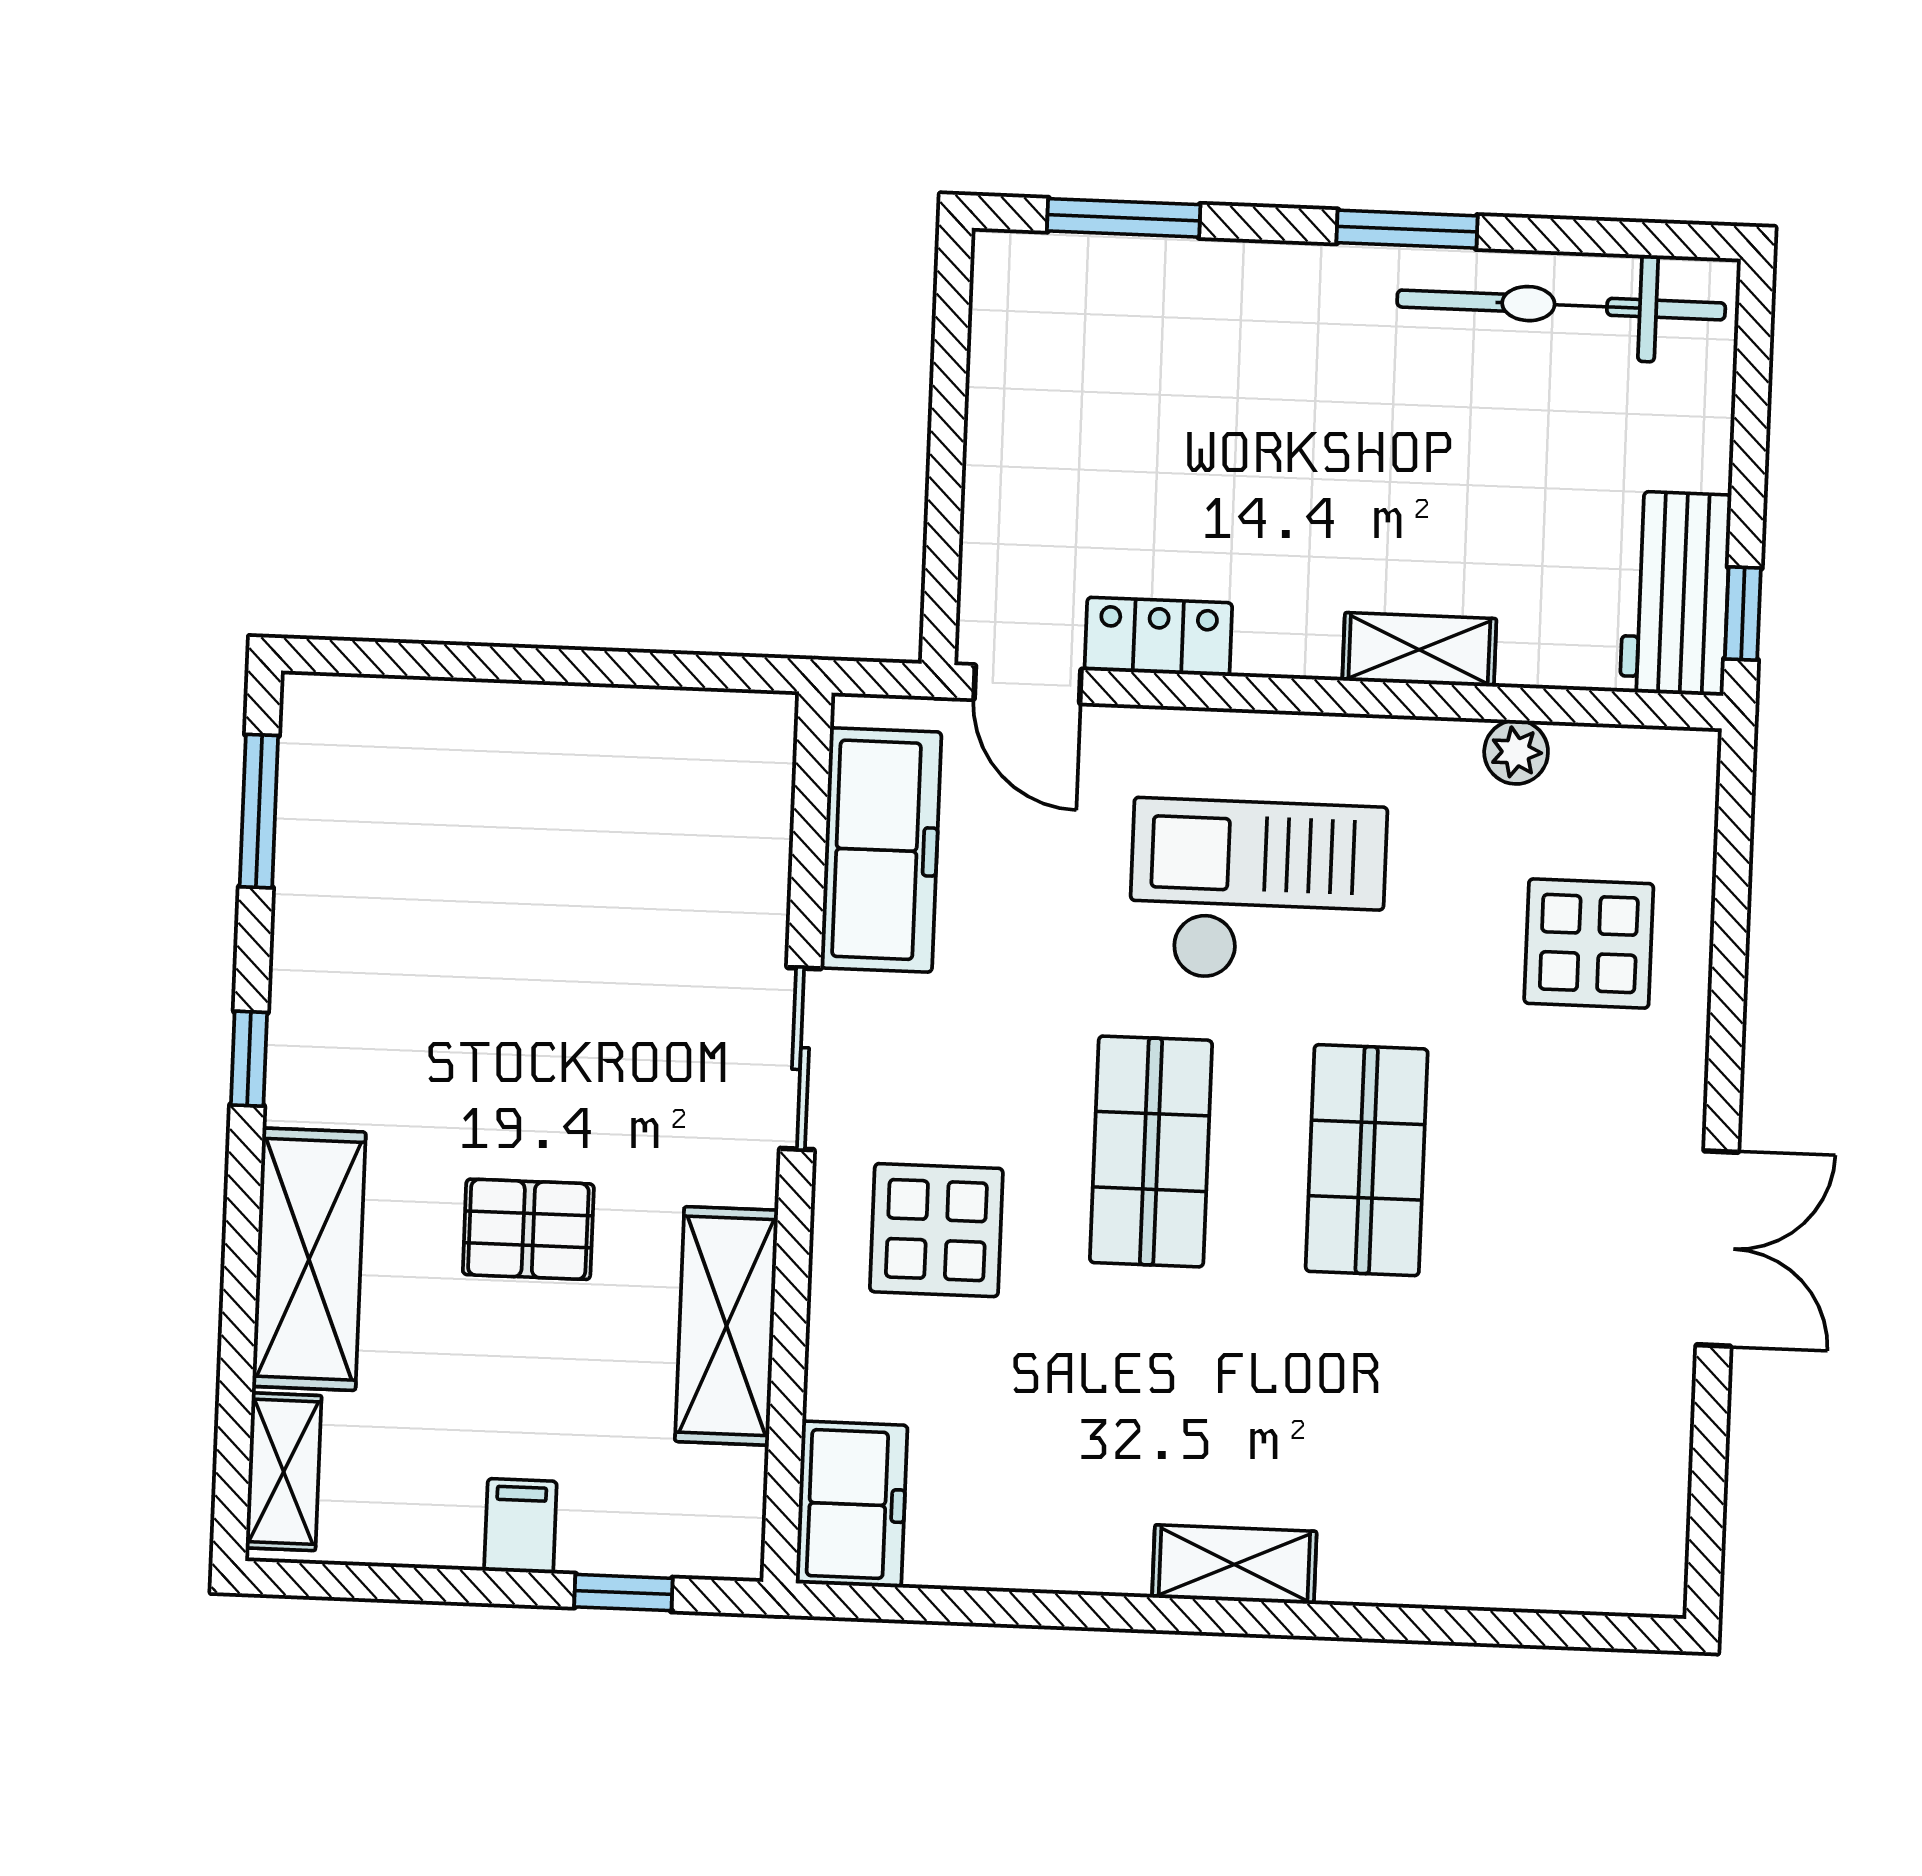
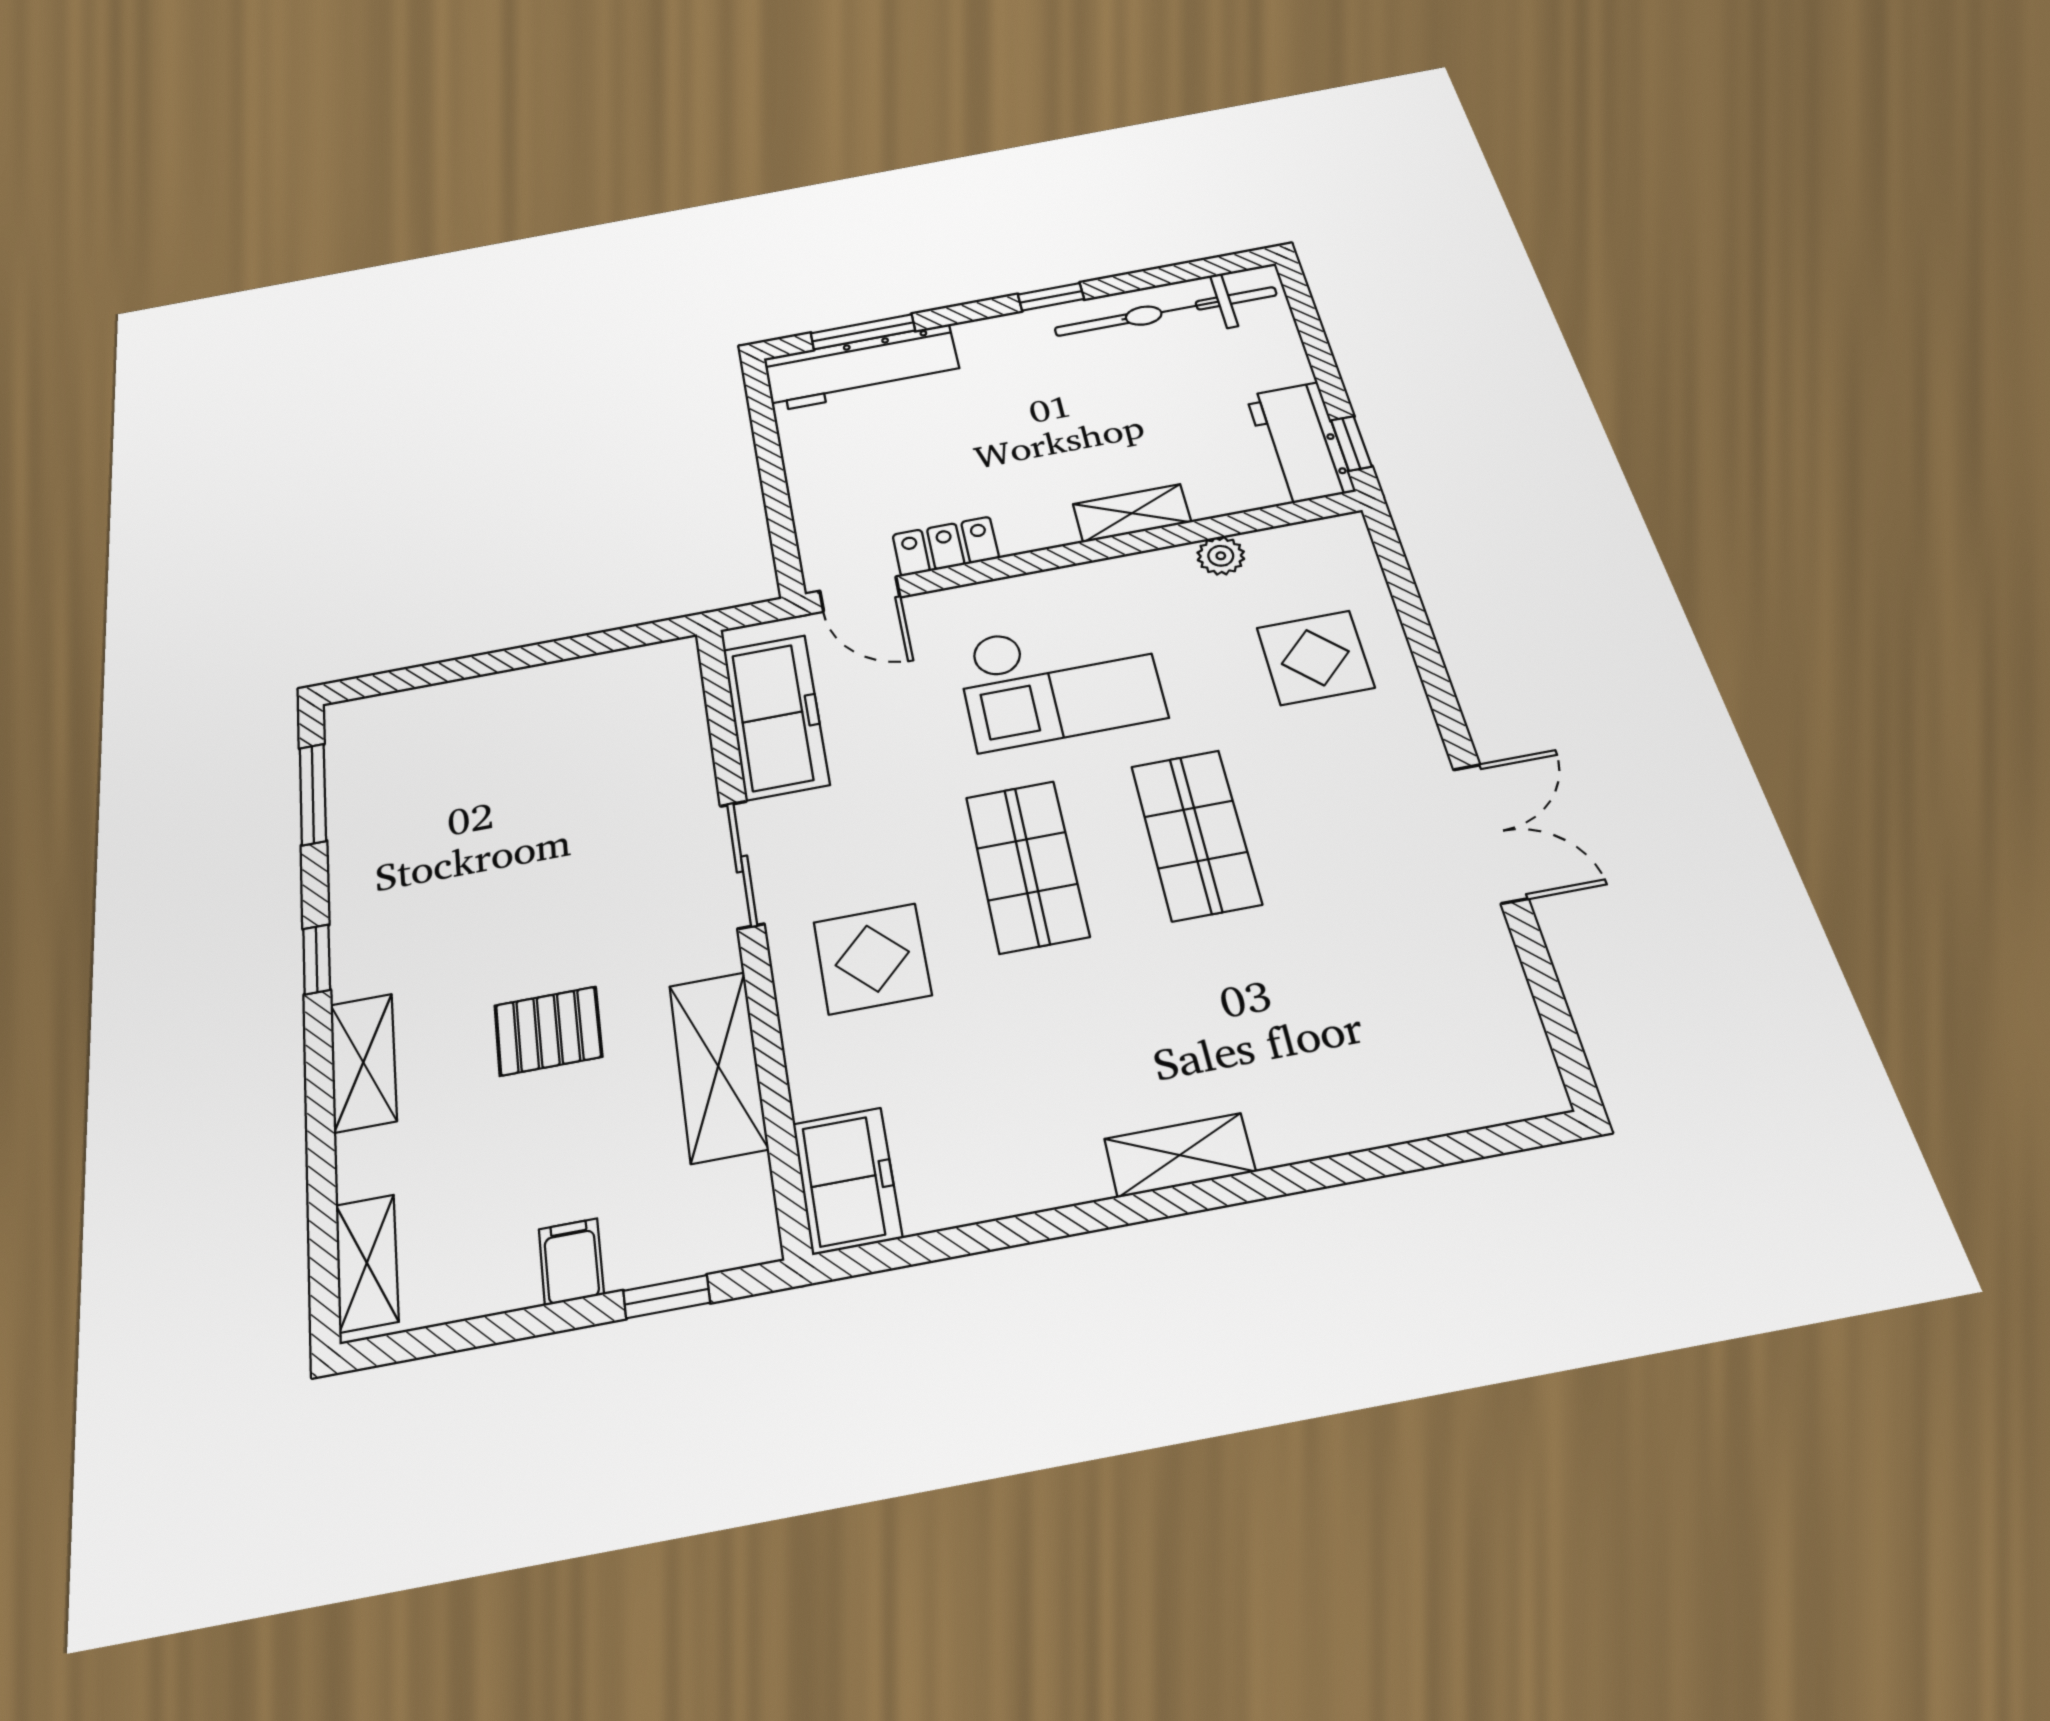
window: (1407, 229) -> (1051, 297), width x0.67
workbench: (1109, 286) -> (862, 368), added
checkout: (1257, 891) -> (1060, 680), turned 180
shelving: (309, 1259) -> (363, 1062), width x0.67, depth x0.75

